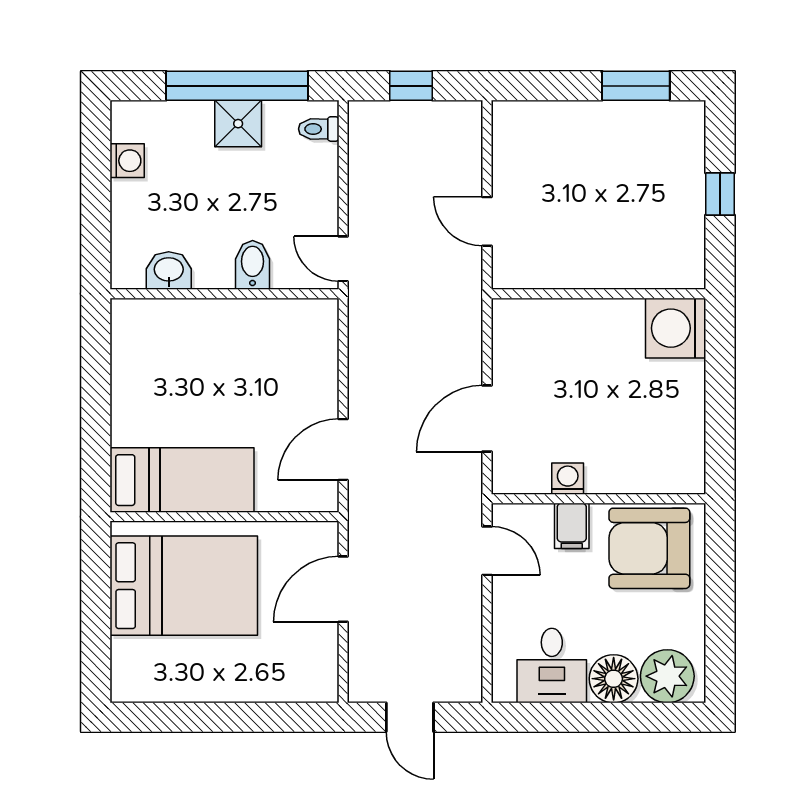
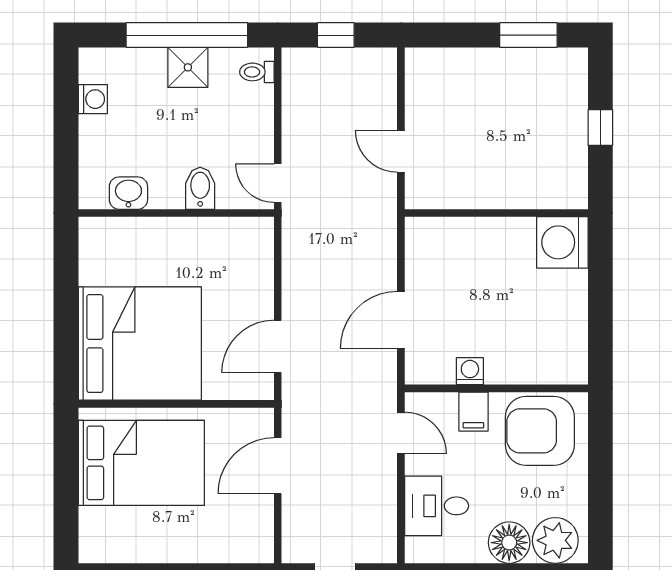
bed: (182, 480) -> (140, 344), width x2.04
desk: (552, 666) -> (437, 506), moved, turned 90

